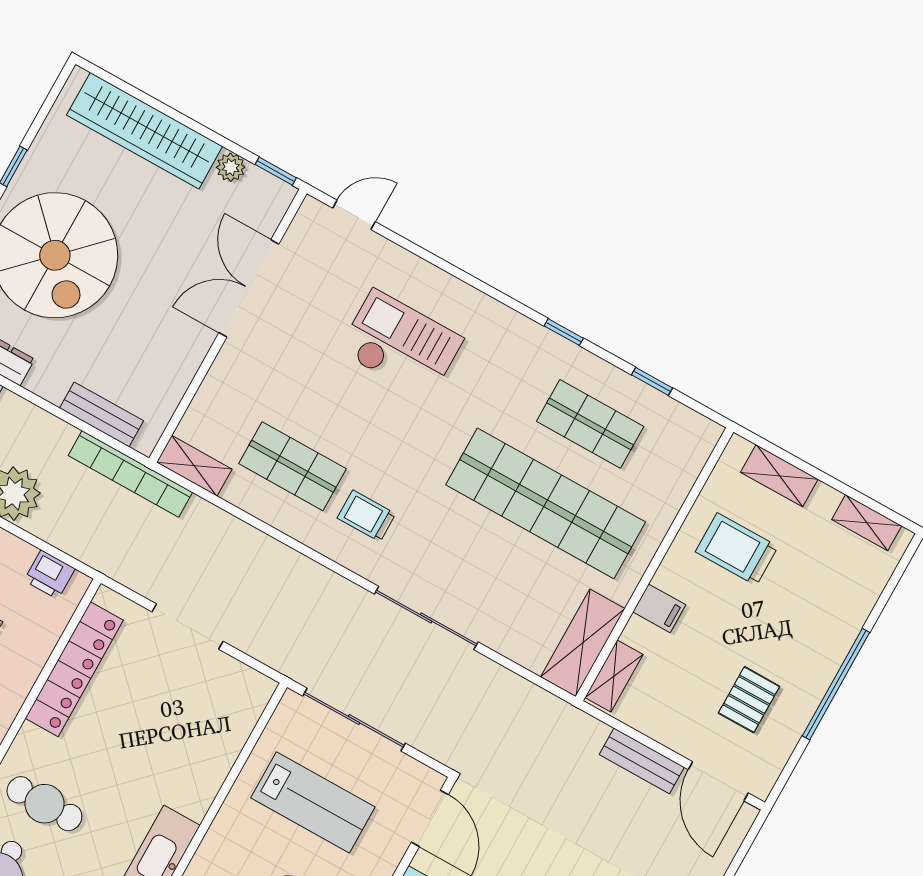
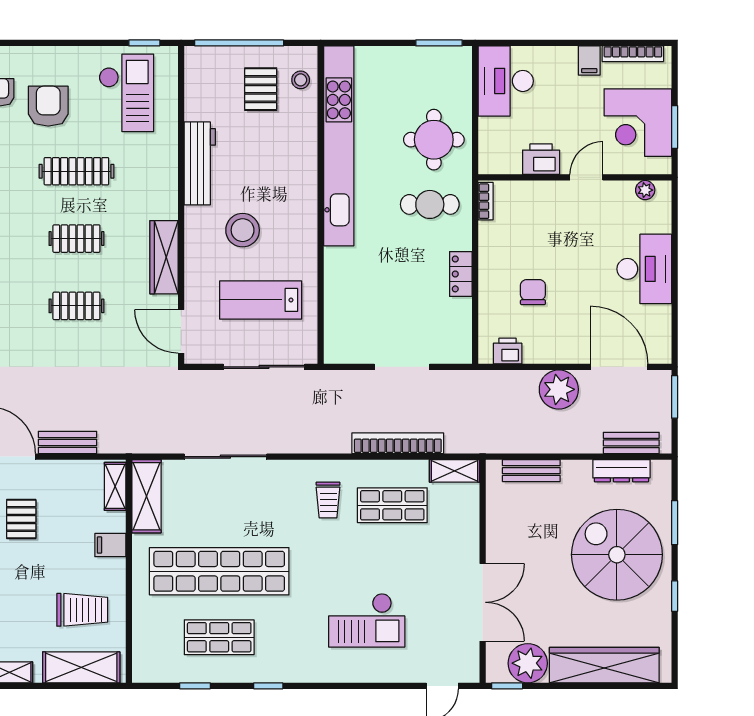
plant: (231, 167) -> (528, 663), width x1.87, depth x1.87
bookcase: (130, 474) -> (398, 443), moved
shelving: (779, 476) -> (81, 667), width x1.50, depth x1.33
trolley: (366, 516) -> (328, 500), turned 90
sliding door: (426, 618) -> (225, 457), moved
locker: (74, 669) -> (461, 274), width x0.46, depth x0.83

